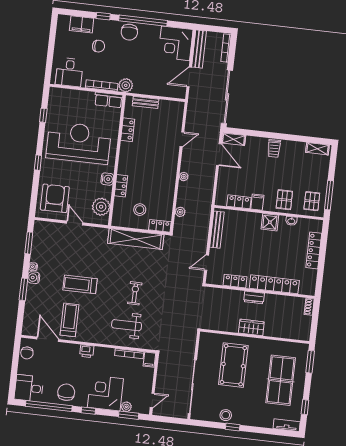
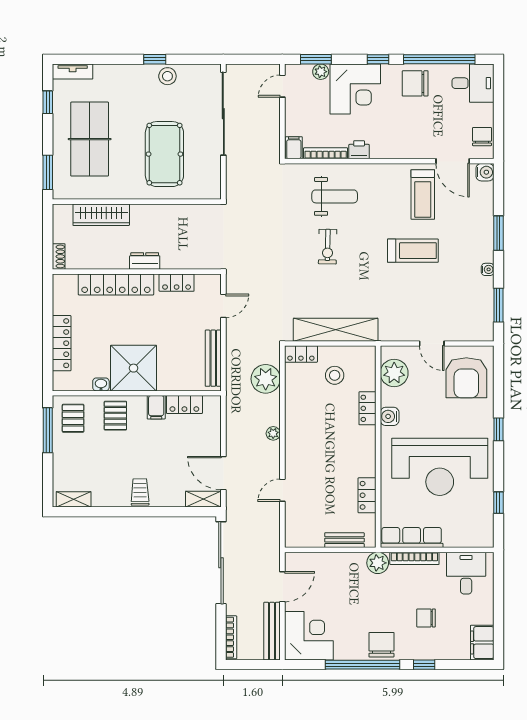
filing cabinet: (82, 24) -> (482, 643), moved, turned -90
row of seats: (108, 100) -> (412, 538), width x1.48
plant: (180, 212) -> (266, 379), width x1.88, depth x1.88
shower: (270, 222) -> (134, 368), width x1.86, depth x1.86
water cooler: (34, 278) -> (485, 172), moved
wardrobe: (251, 327) -> (101, 215), moved, width x1.50
printer: (87, 351) -> (359, 150), moved
chair: (66, 392) -> (415, 83), turned 90

